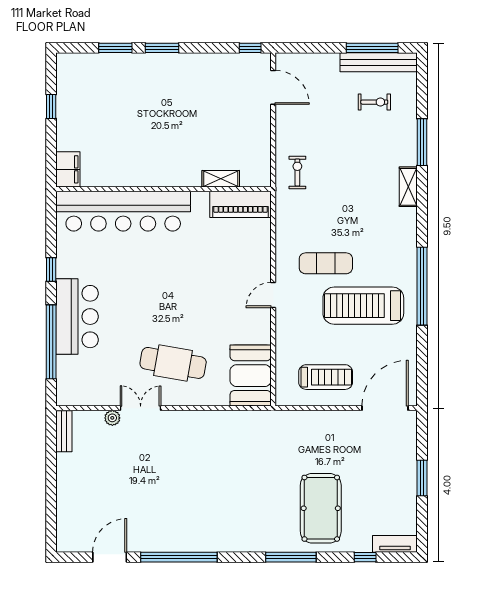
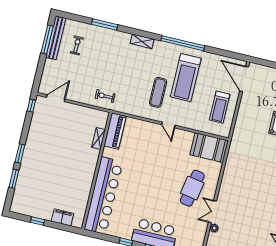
filing cabinet: (68, 169) -> (62, 217), moved
shelving: (408, 187) -> (142, 41), moved
treadmill: (326, 377) -> (220, 107), turned 180

